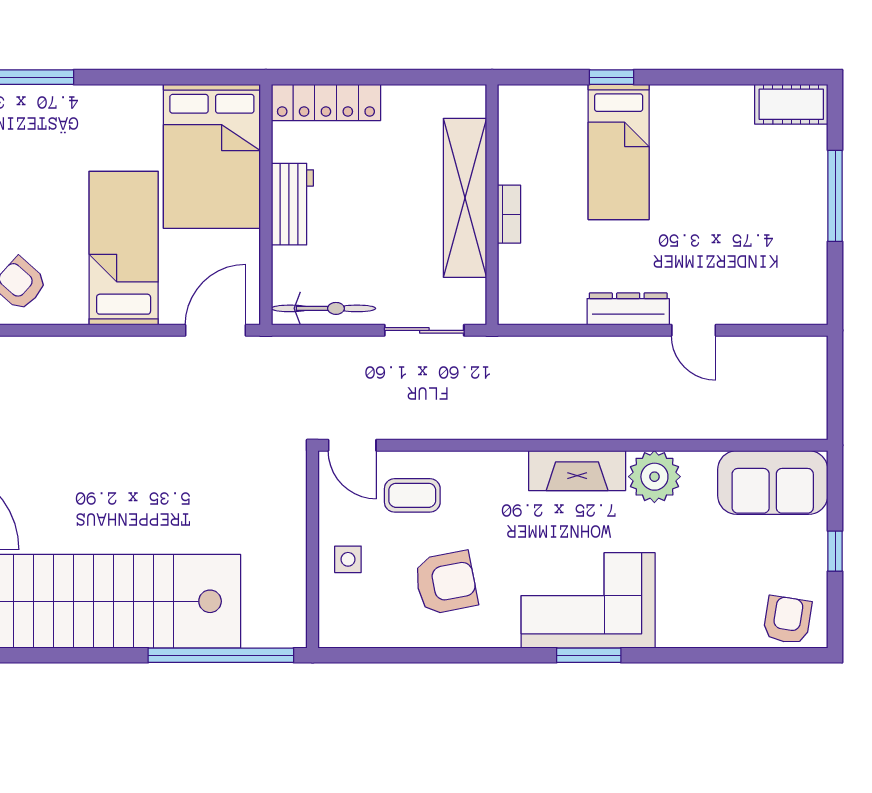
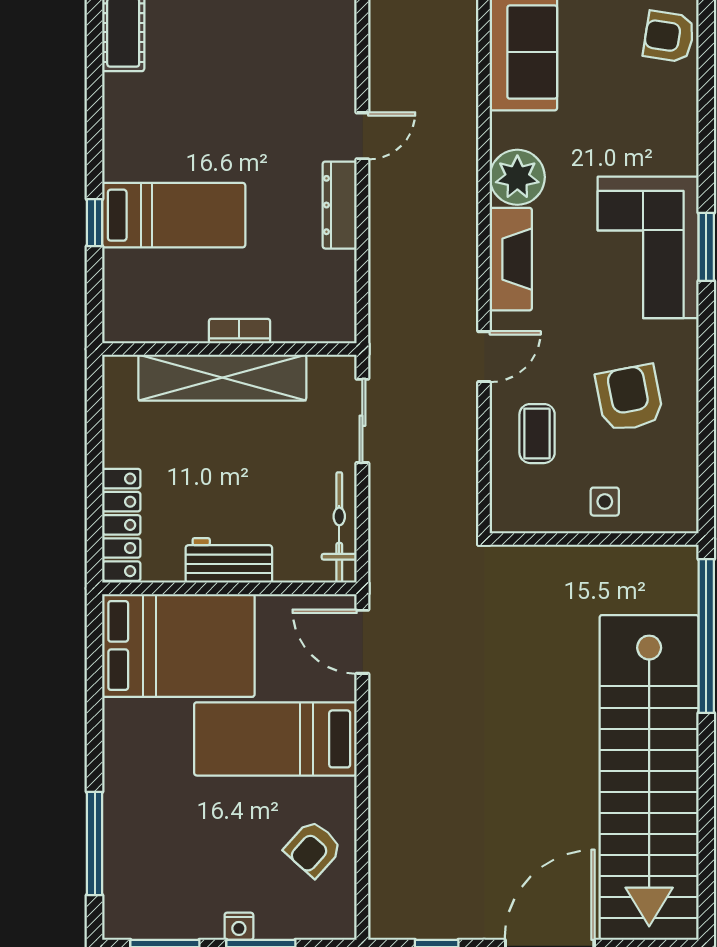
door: (352, 445) -> (484, 357), moved

